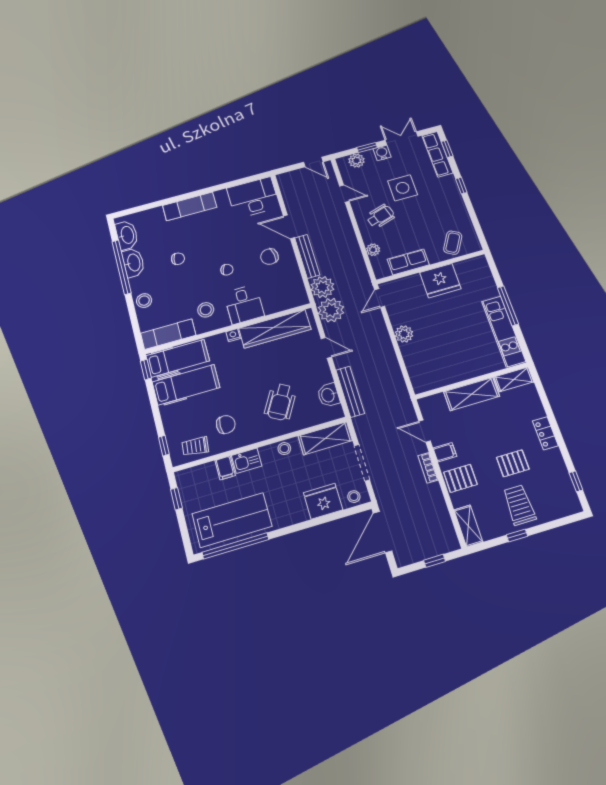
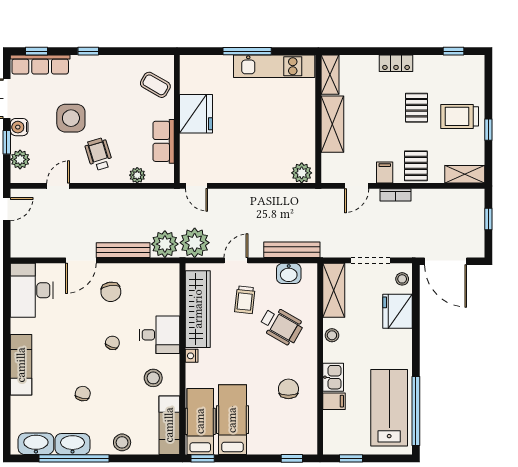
plant: (404, 334) -> (302, 173), moved
trolley: (195, 446) -> (245, 300), moved

